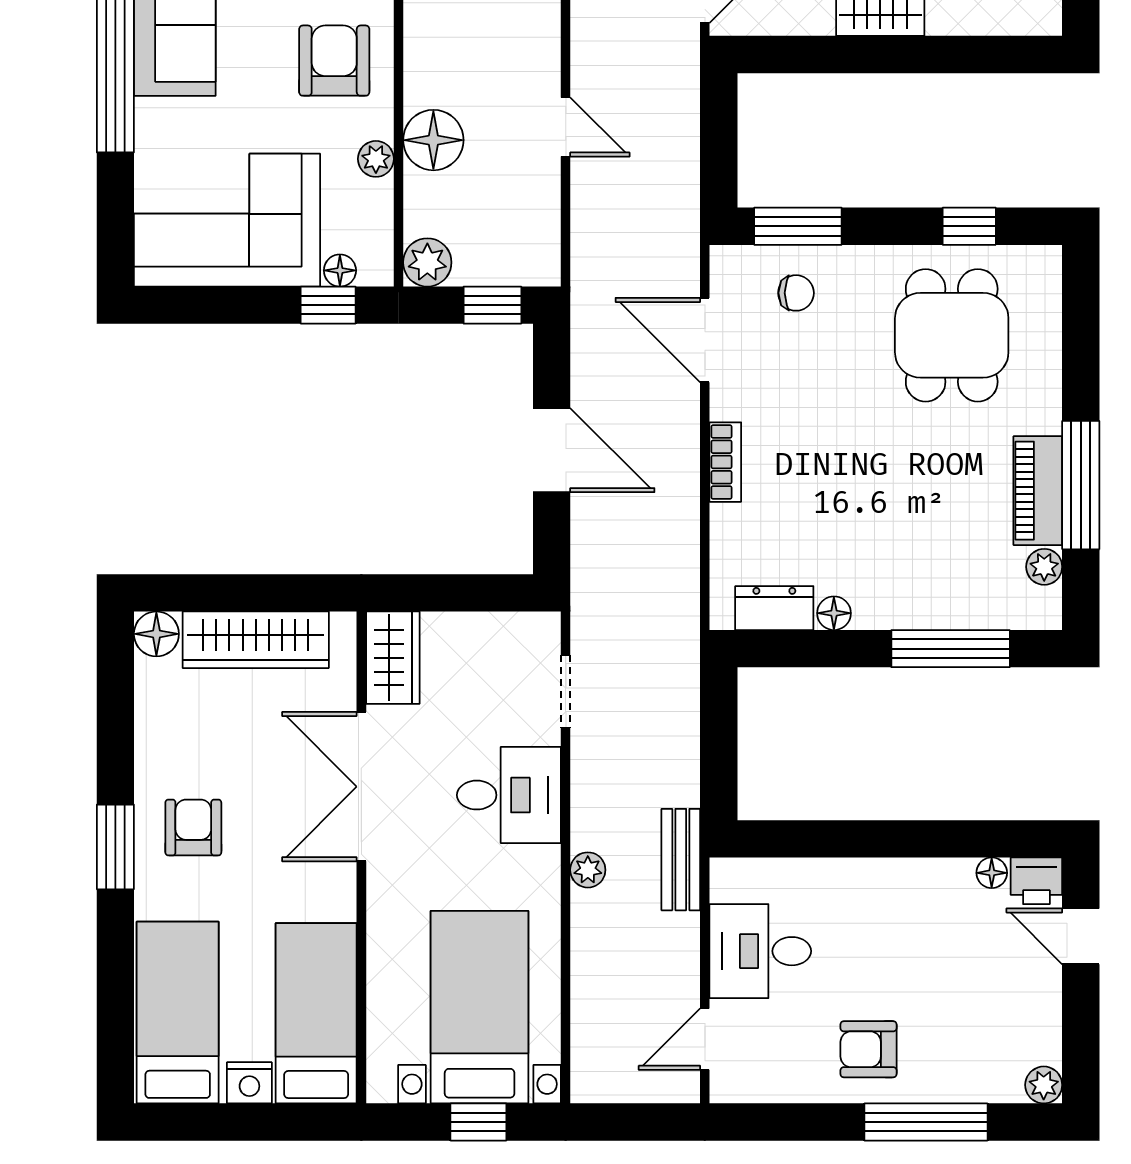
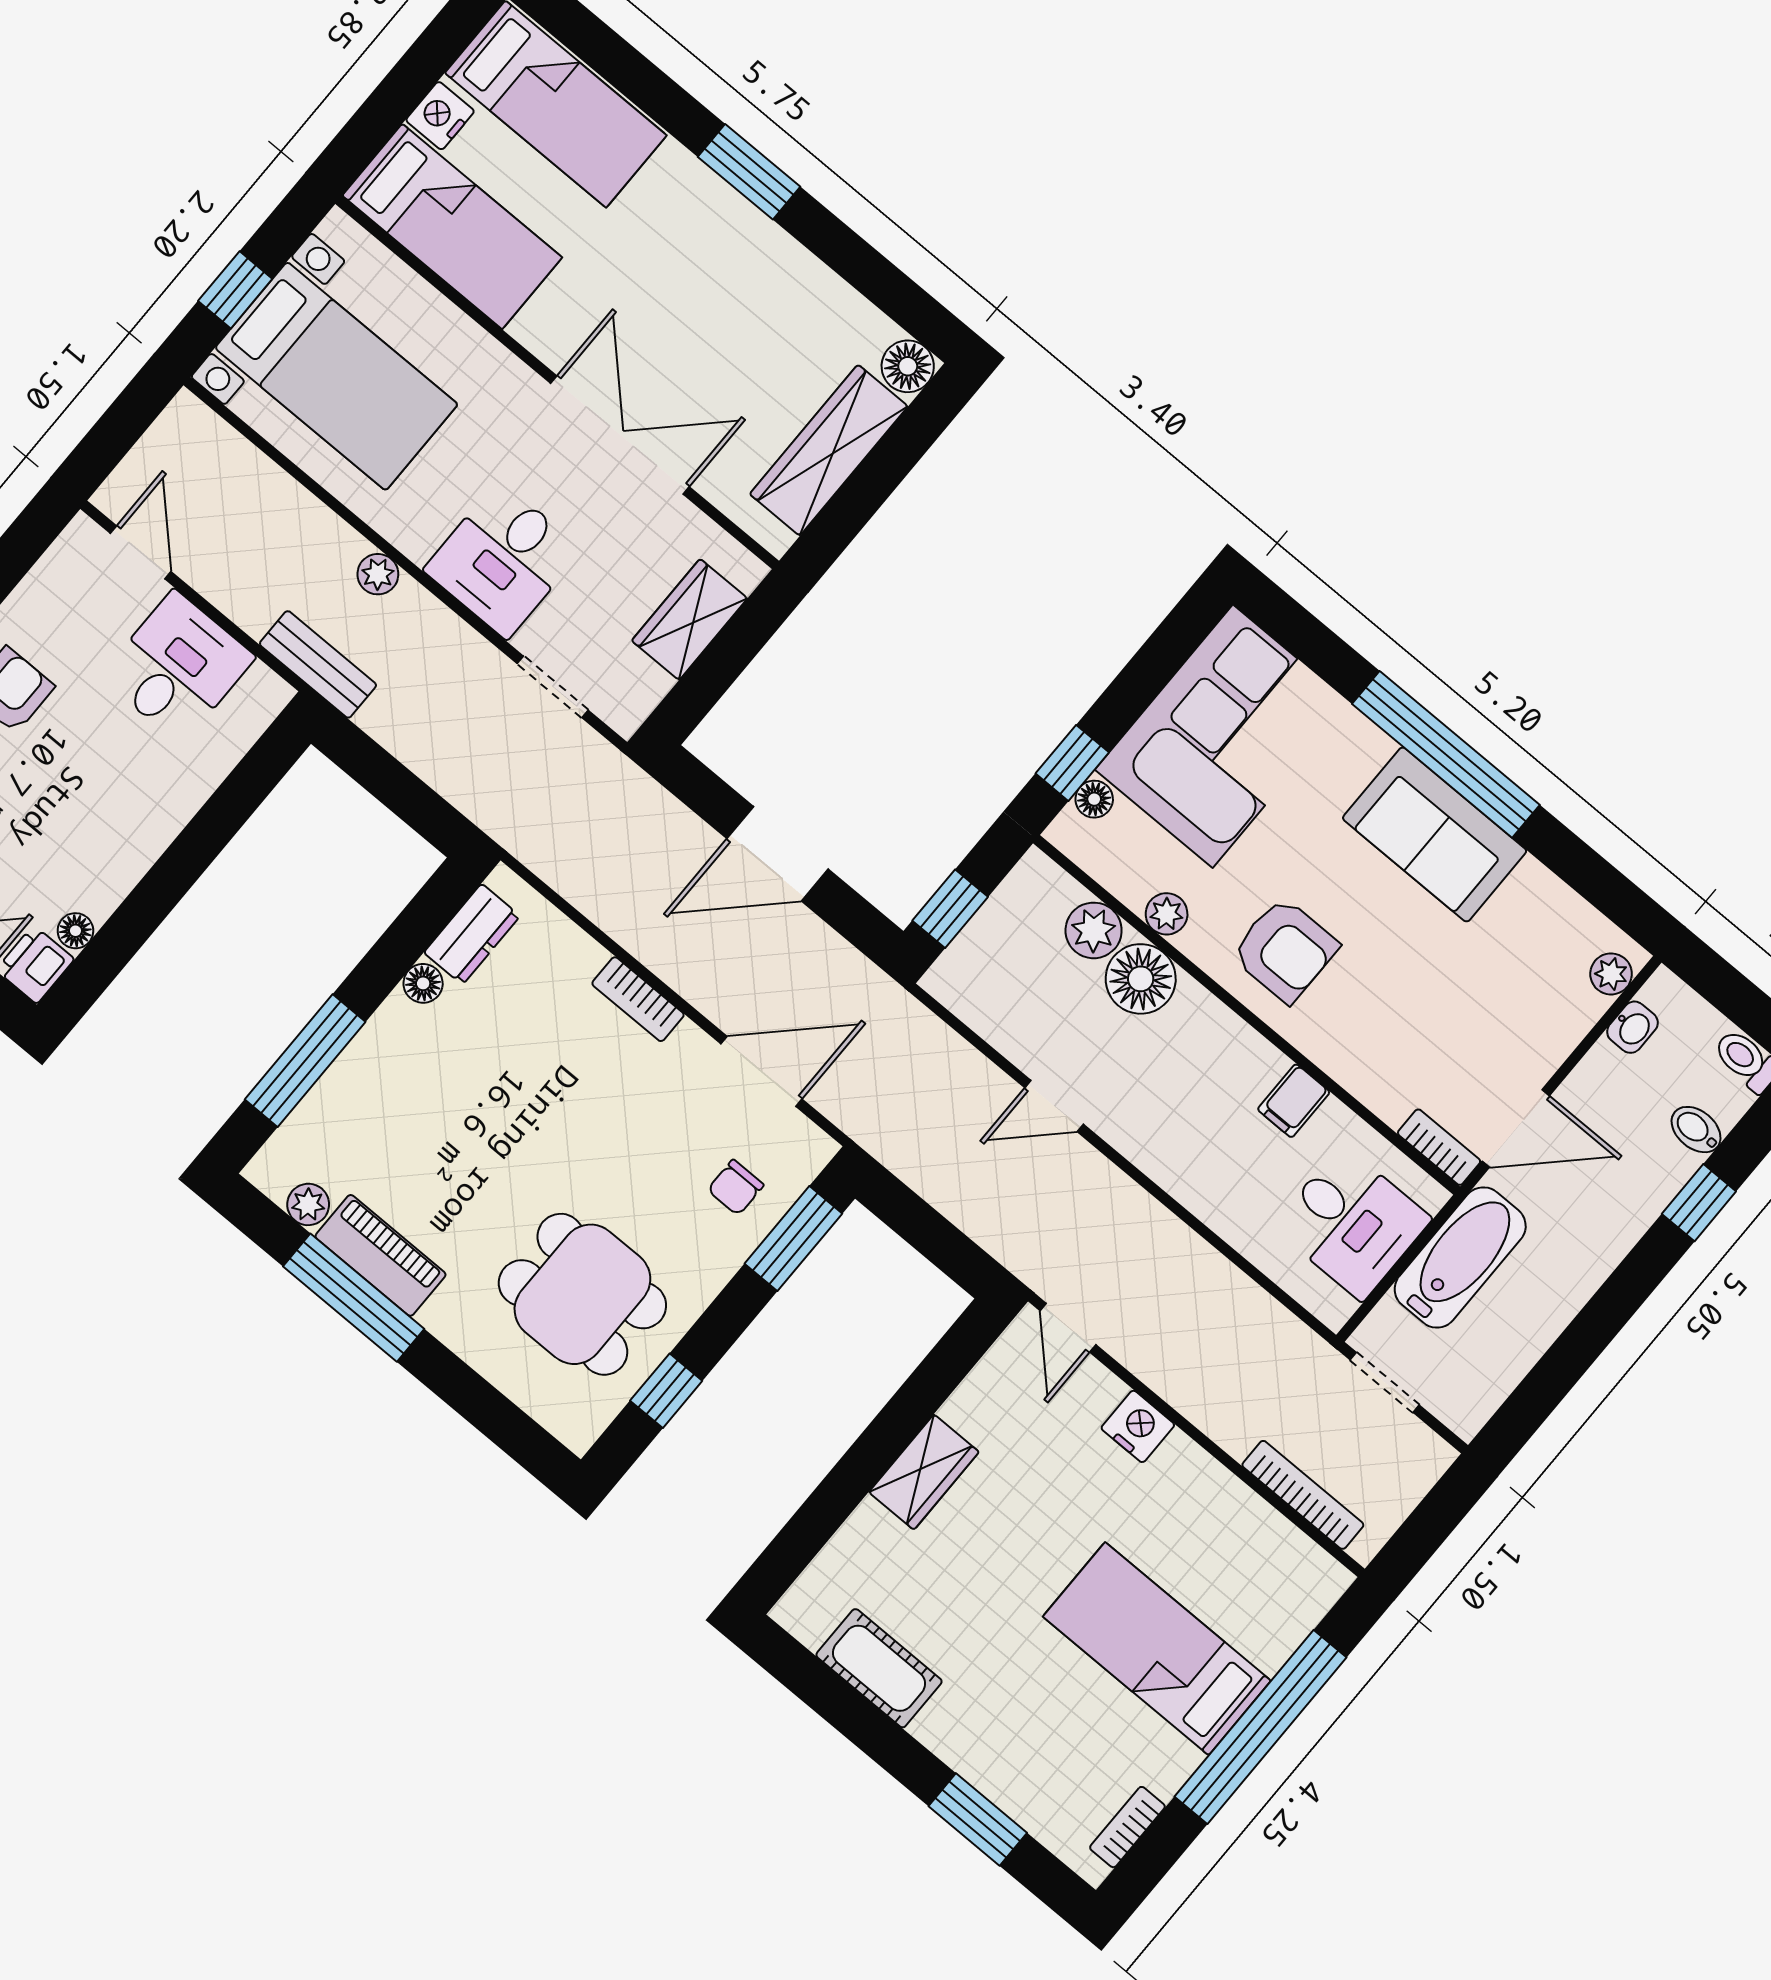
plant: (427, 262) -> (1094, 930), moved
wardrobe: (393, 658) -> (689, 619), moved, turned 90
armchair: (193, 828) -> (708, 255), removed

